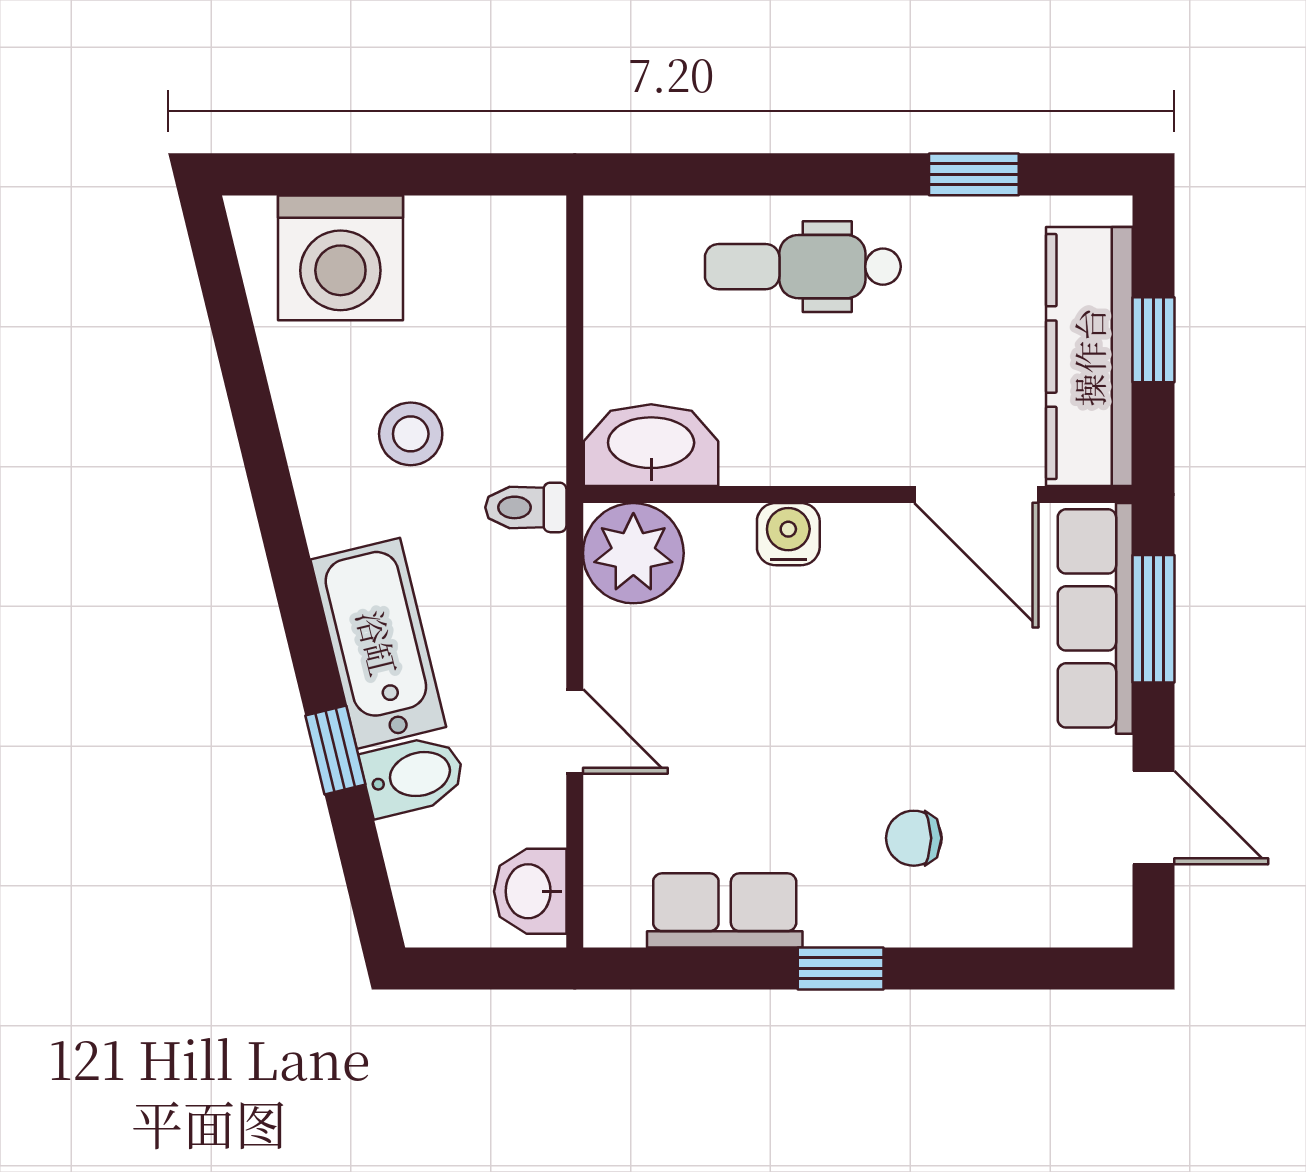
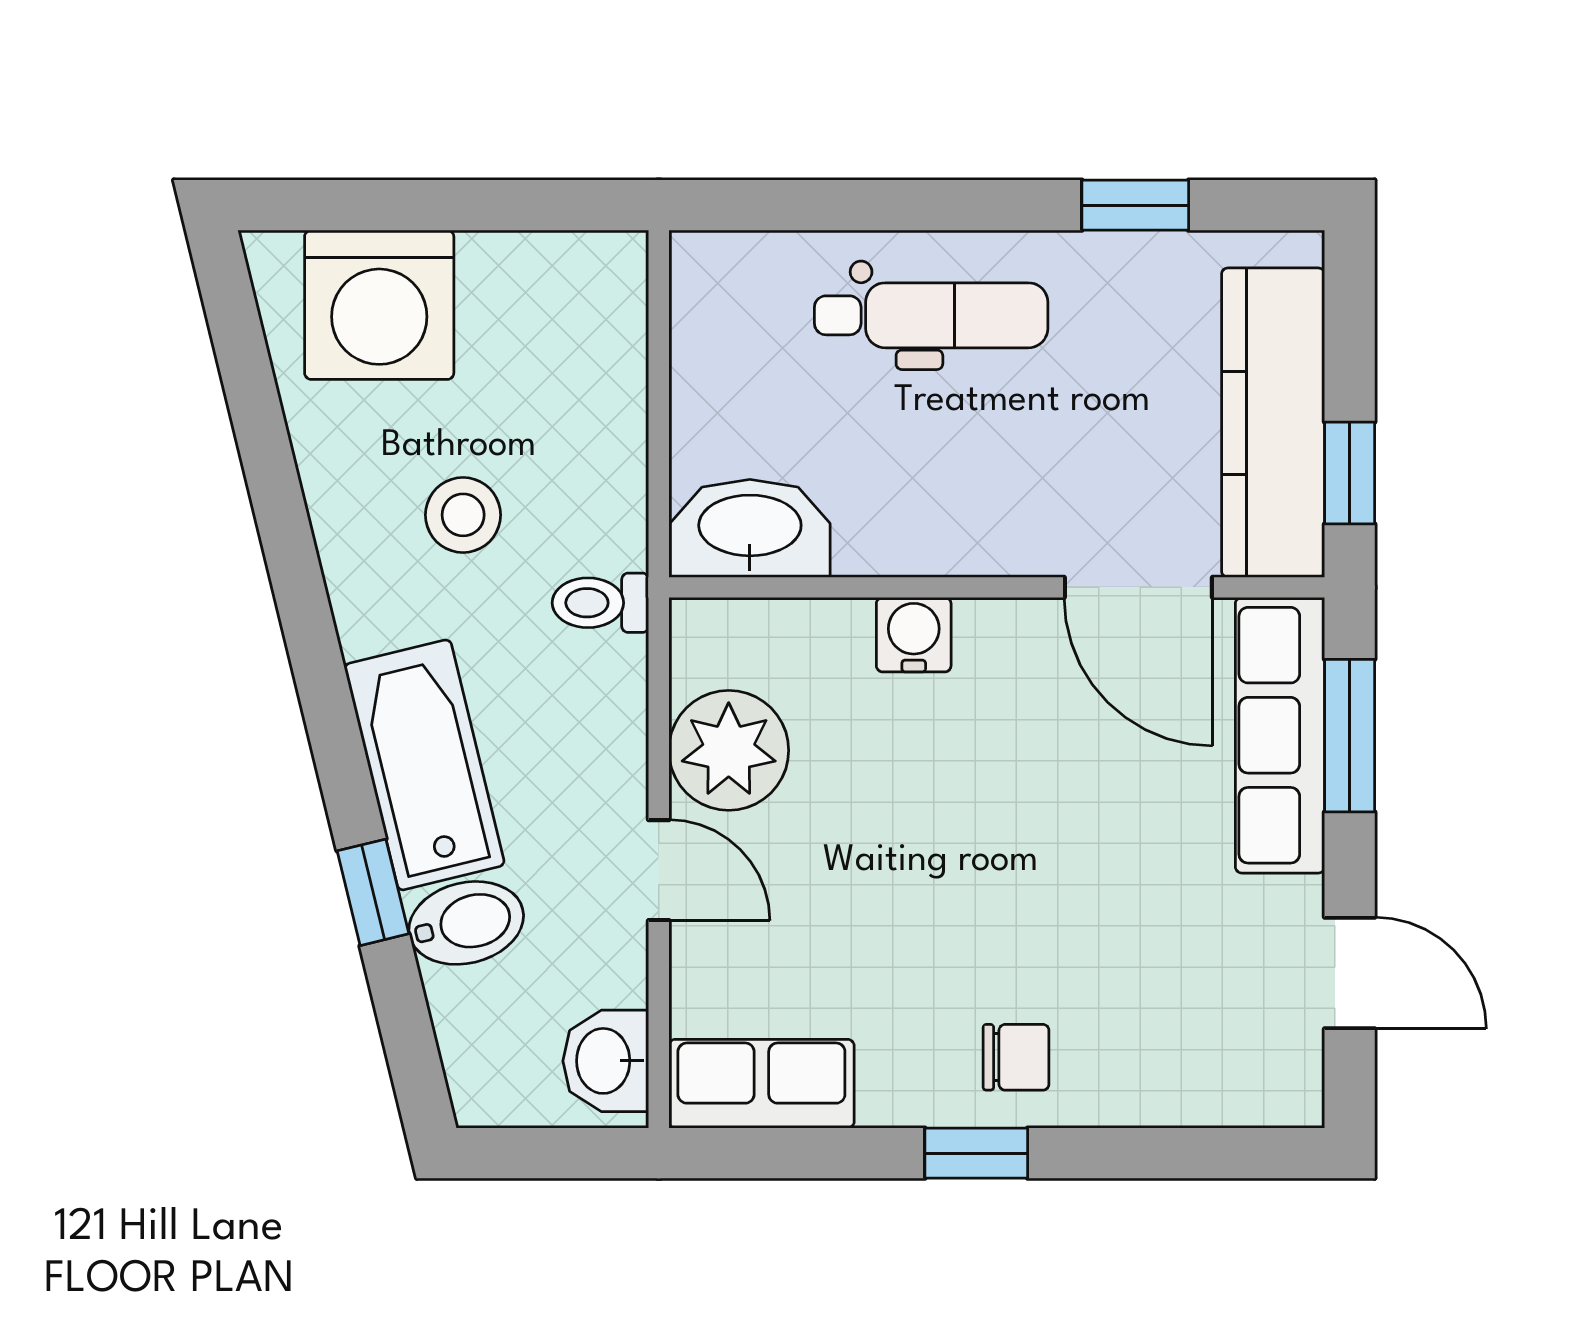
dental chair: (803, 267) -> (931, 315), turned 180
window: (1153, 340) -> (1350, 473), moved
plant: (633, 553) -> (729, 750), moved
chair: (914, 838) -> (1016, 1057), moved, turned 180
row of seats: (725, 910) -> (761, 1084), moved

